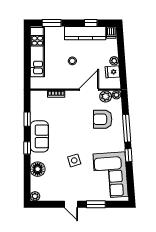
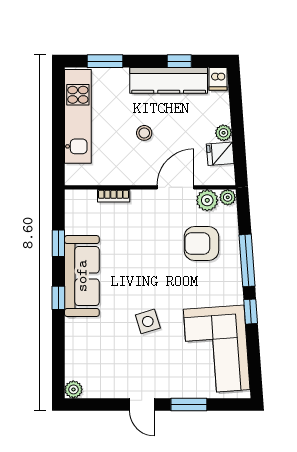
sofa: (39, 136) -> (82, 276), width x1.36
floor lamp: (38, 169) -> (78, 338), removed

